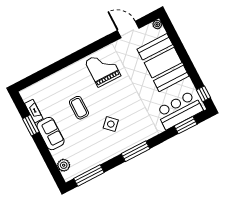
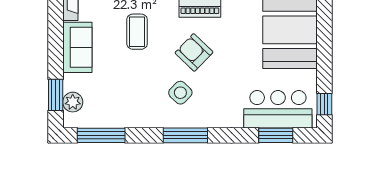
armchair: (116, 103) -> (194, 52), added
side table: (111, 124) -> (180, 93), moved
window: (31, 125) -> (56, 95), moved

